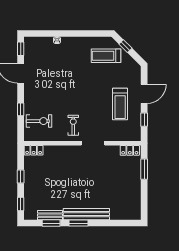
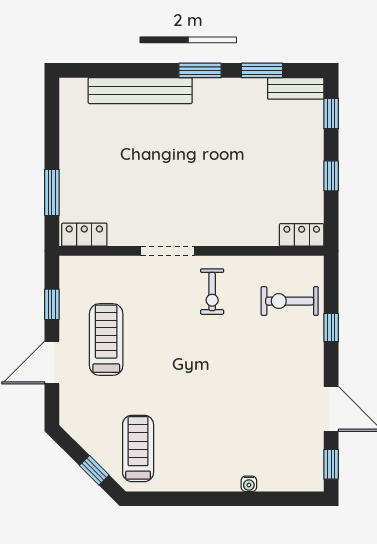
treadmill: (106, 56) -> (138, 448), turned -90
bench: (86, 214) -> (140, 91), moved
bench: (50, 215) -> (296, 88), moved

